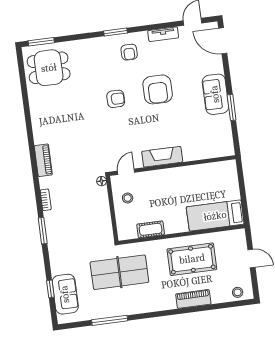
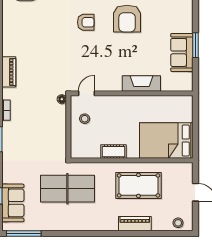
sofa: (215, 94) -> (182, 52), moved
fireplace: (162, 157) -> (141, 83), moved
bed: (215, 216) -> (166, 141), width x1.50
cot: (151, 229) -> (114, 152), moved
window: (110, 320) -> (24, 234), moved

